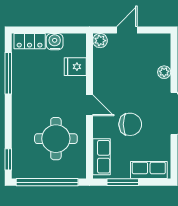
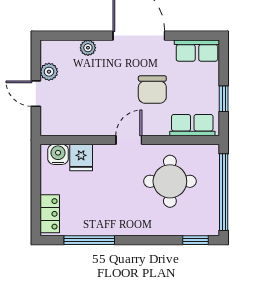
plant: (100, 41) -> (49, 72), moved
water cooler: (55, 42) -> (58, 154), moved, turned 90
chair: (130, 124) -> (152, 90), turned 180
row of seats: (149, 170) -> (197, 51), moved, turned -90
window: (123, 182) -> (224, 99), width x0.67

